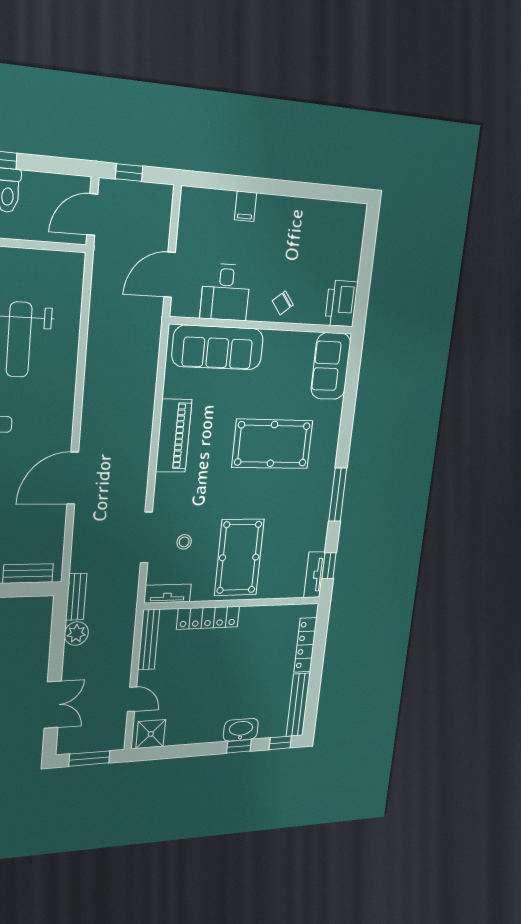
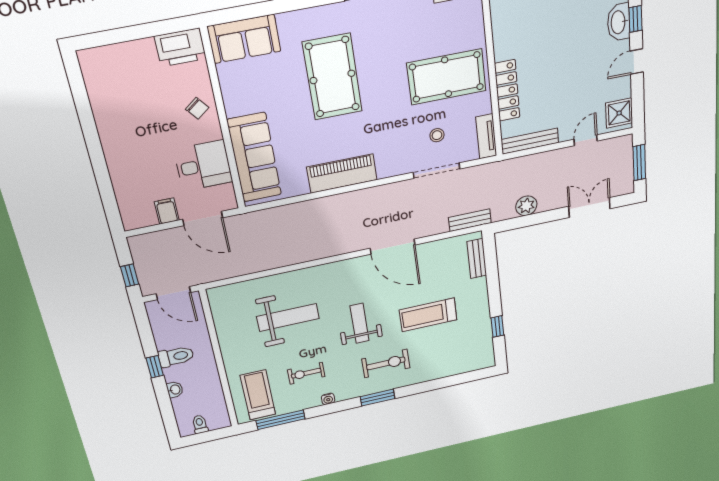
filing cabinet: (245, 206) -> (167, 211), moved, turned -90
bench: (76, 597) -> (470, 220), moved
door: (198, 750) -> (637, 61), added

